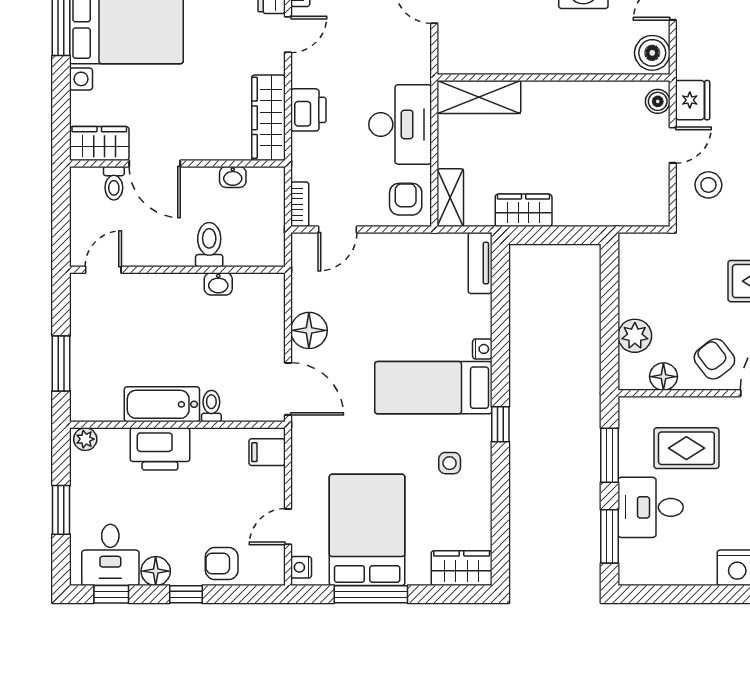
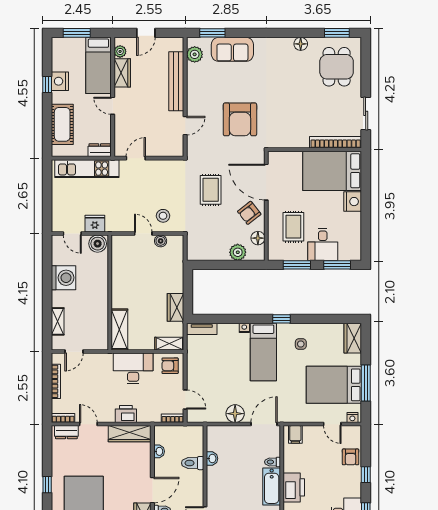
fridge: (693, 100) -> (95, 224), moved
boiler: (658, 101) -> (161, 241), moved
floor lamp: (156, 571) -> (354, 490), removed

